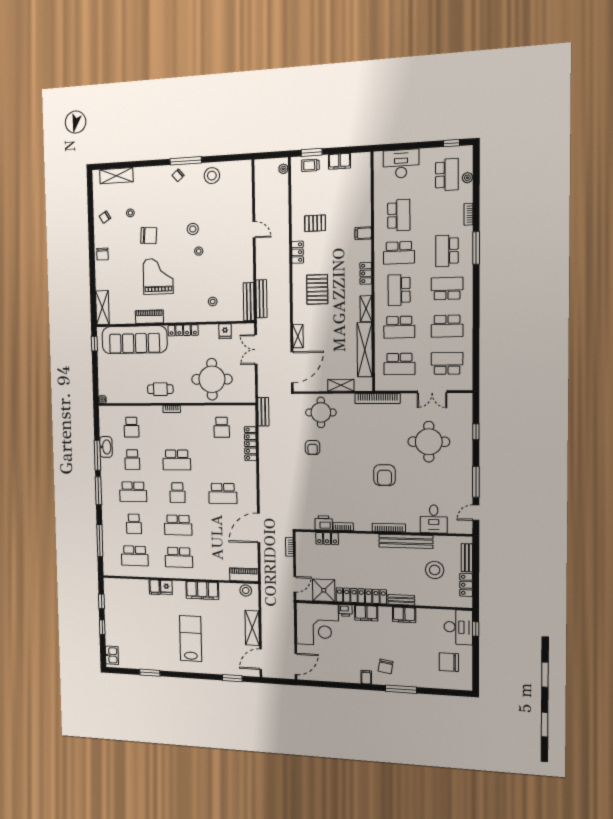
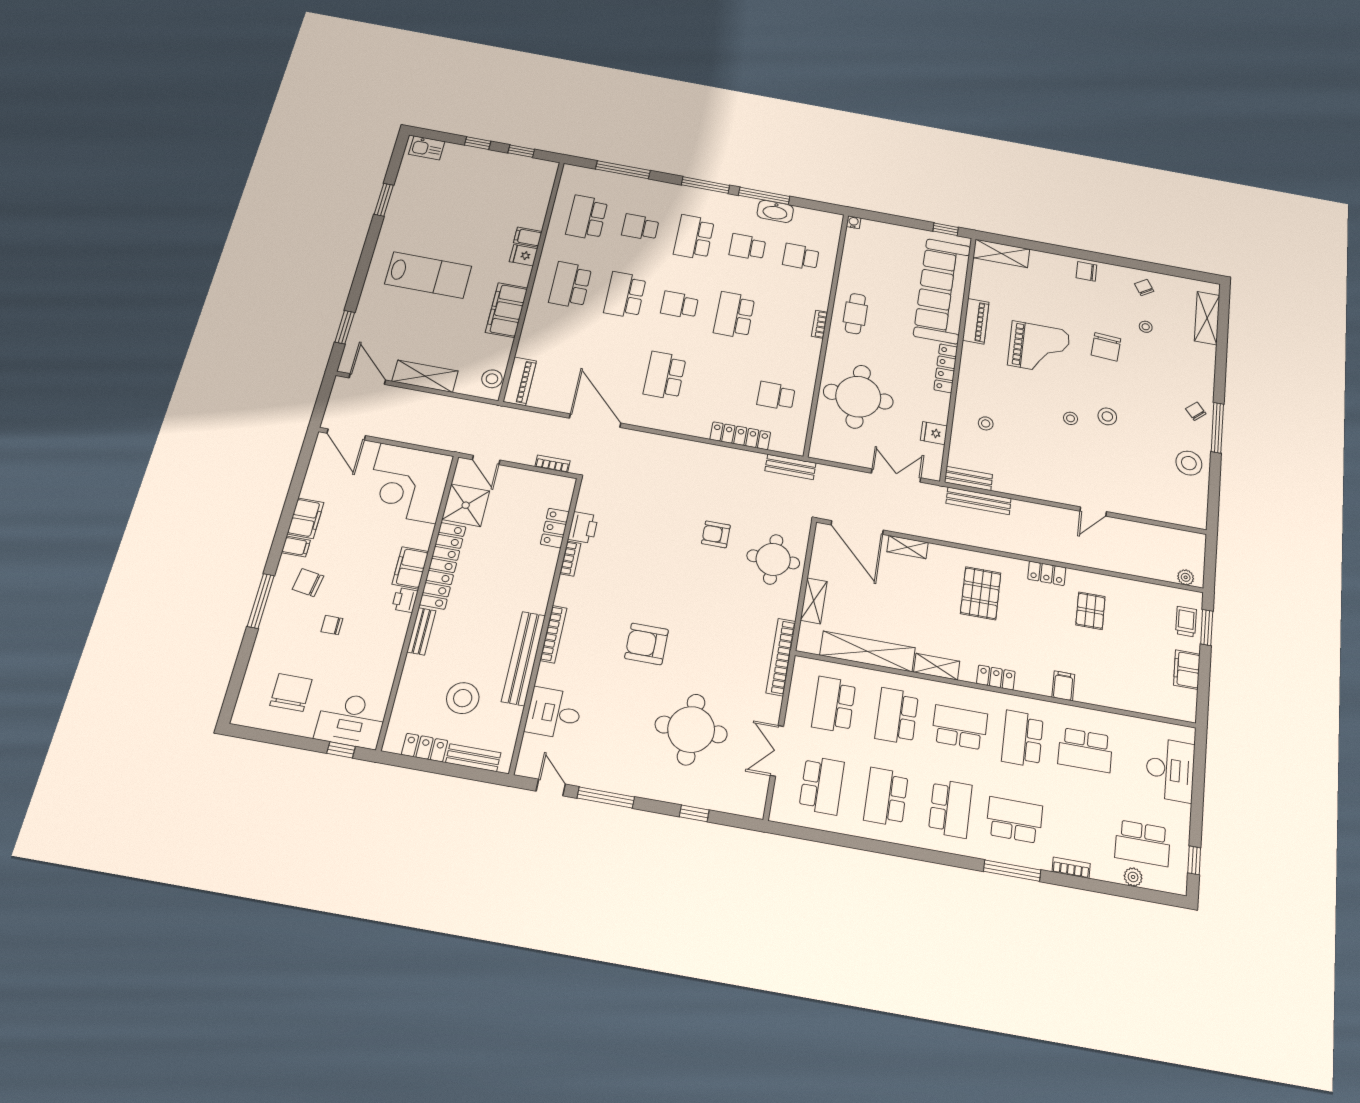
pallet: (317, 289) -> (981, 593), turned 90
bench: (249, 302) -> (968, 478), width x0.73
printer: (346, 610) -> (405, 600), moved
filing cabinet: (404, 615) -> (305, 518), moved, turned 180
chair: (407, 649) -> (332, 625), added

